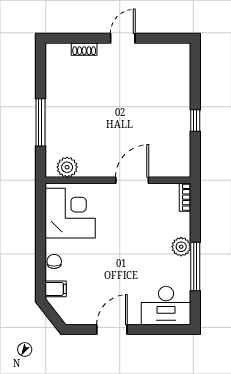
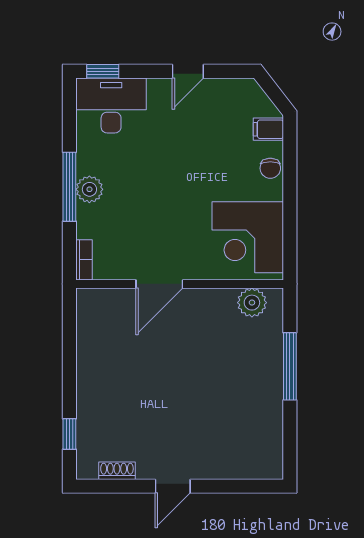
shoe rack: (84, 49) -> (117, 471), moved
window: (195, 120) -> (69, 434), moved
window: (195, 266) -> (69, 187), moved
door: (112, 330) -> (188, 71), width x0.73
window: (172, 330) -> (103, 71), added

